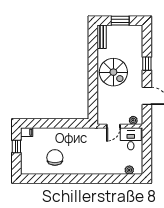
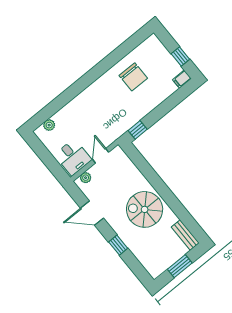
window: (78, 123) -> (138, 130), added

